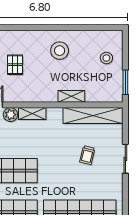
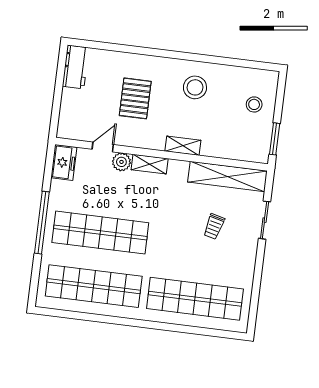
pallet: (15, 65) -> (135, 98), width x1.50, depth x1.42
shelving: (71, 96) -> (183, 146), moved
sliding door: (125, 159) -> (265, 220), moved

